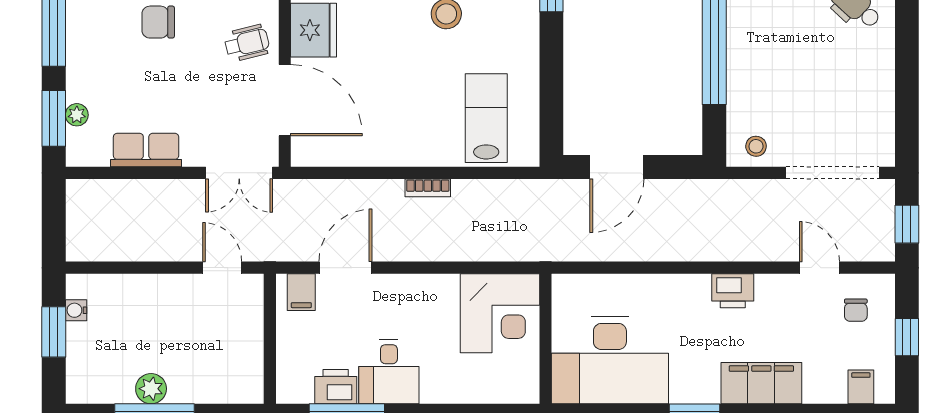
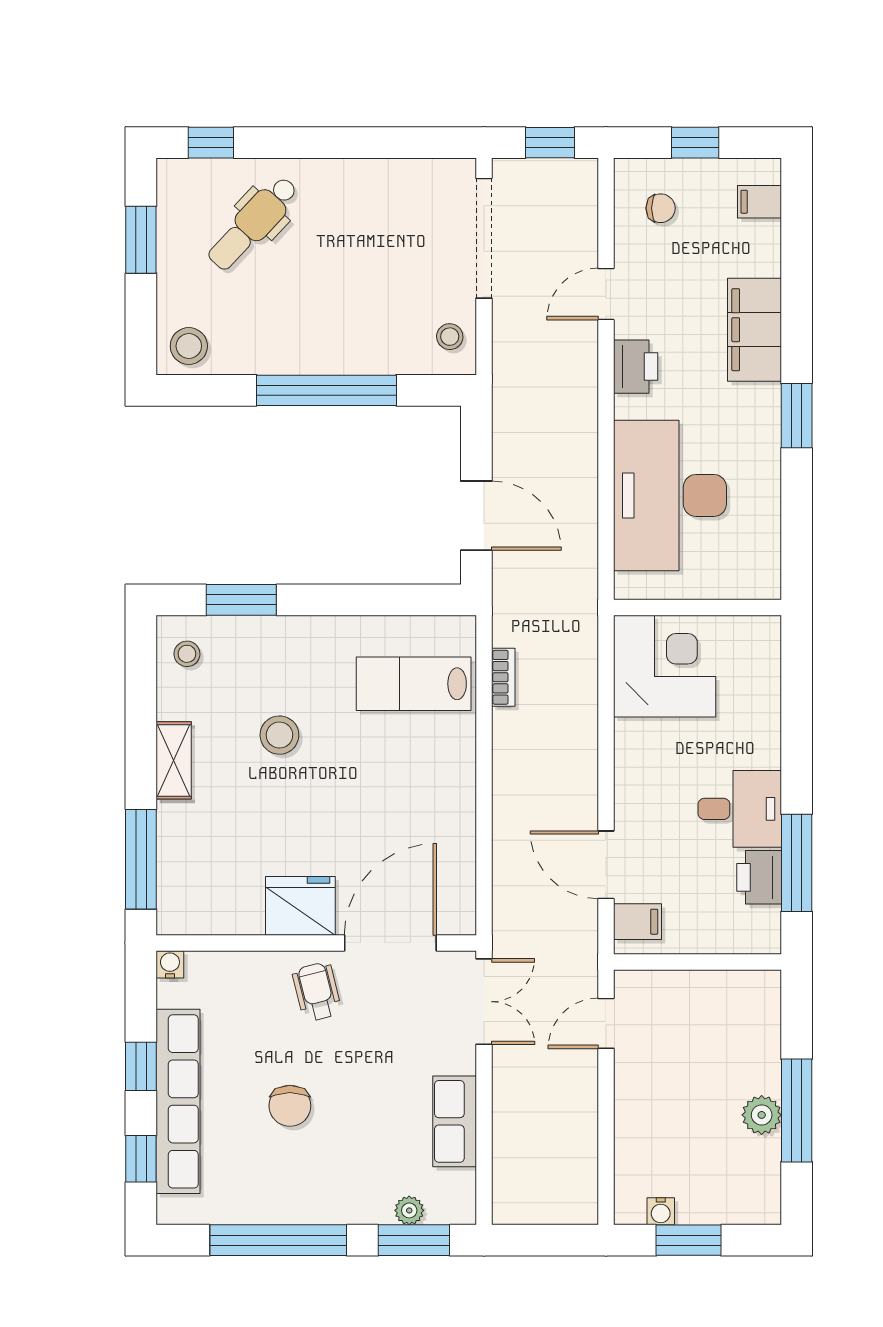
bookcase: (428, 188) -> (503, 677), moved
door: (819, 268) -> (606, 294), moved
desk: (610, 360) -> (670, 495), moved, turned 180

